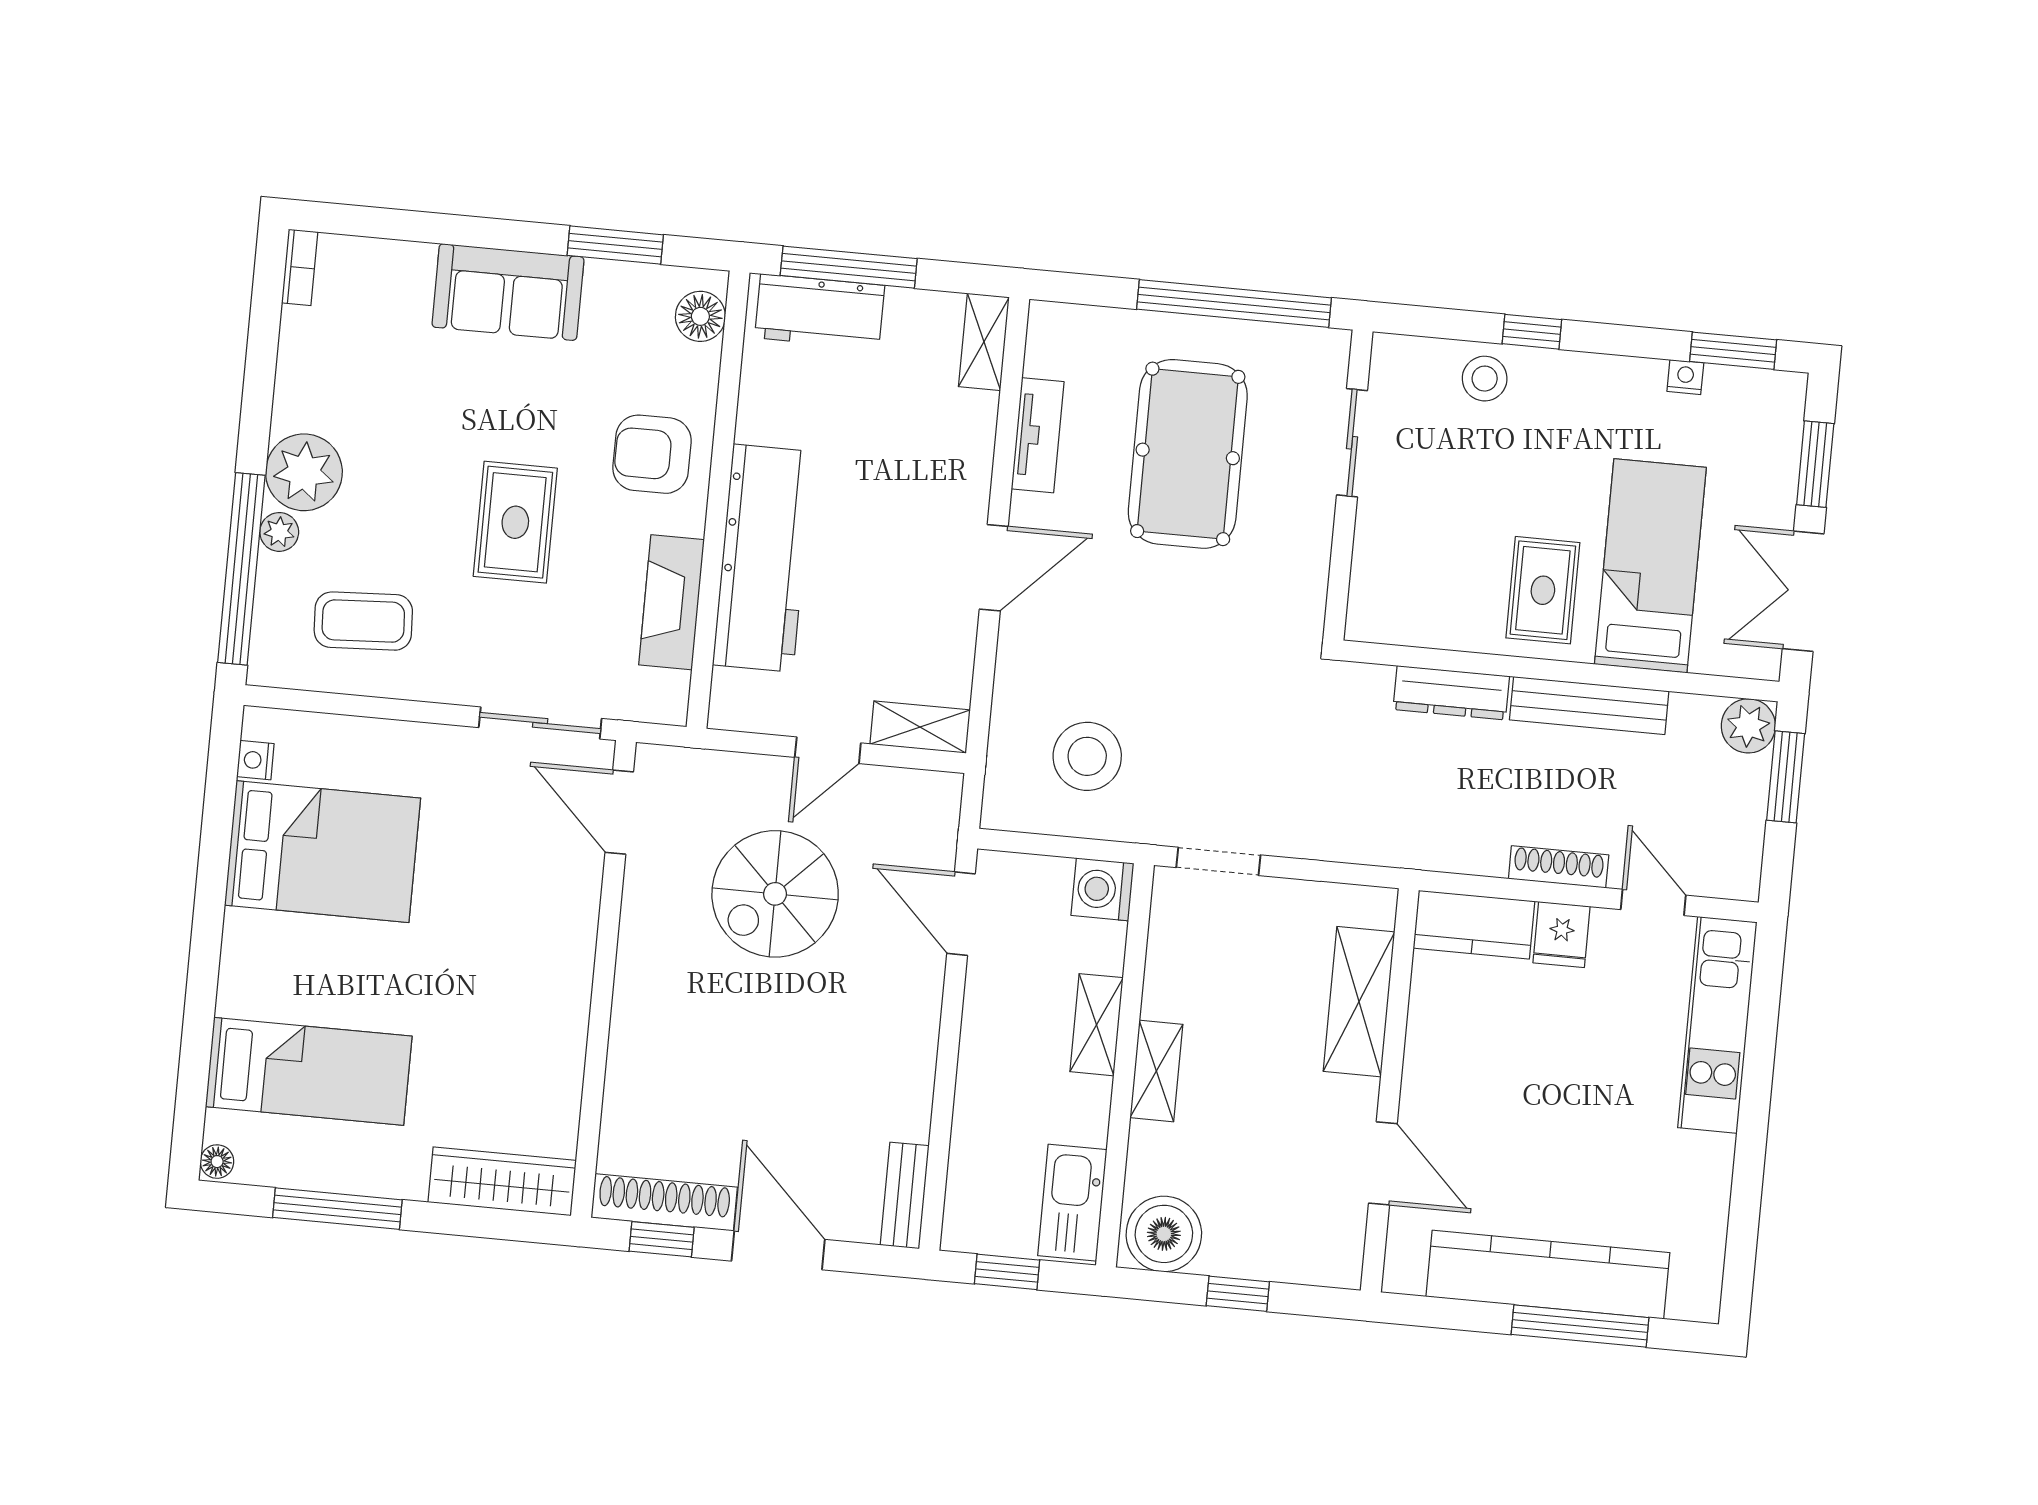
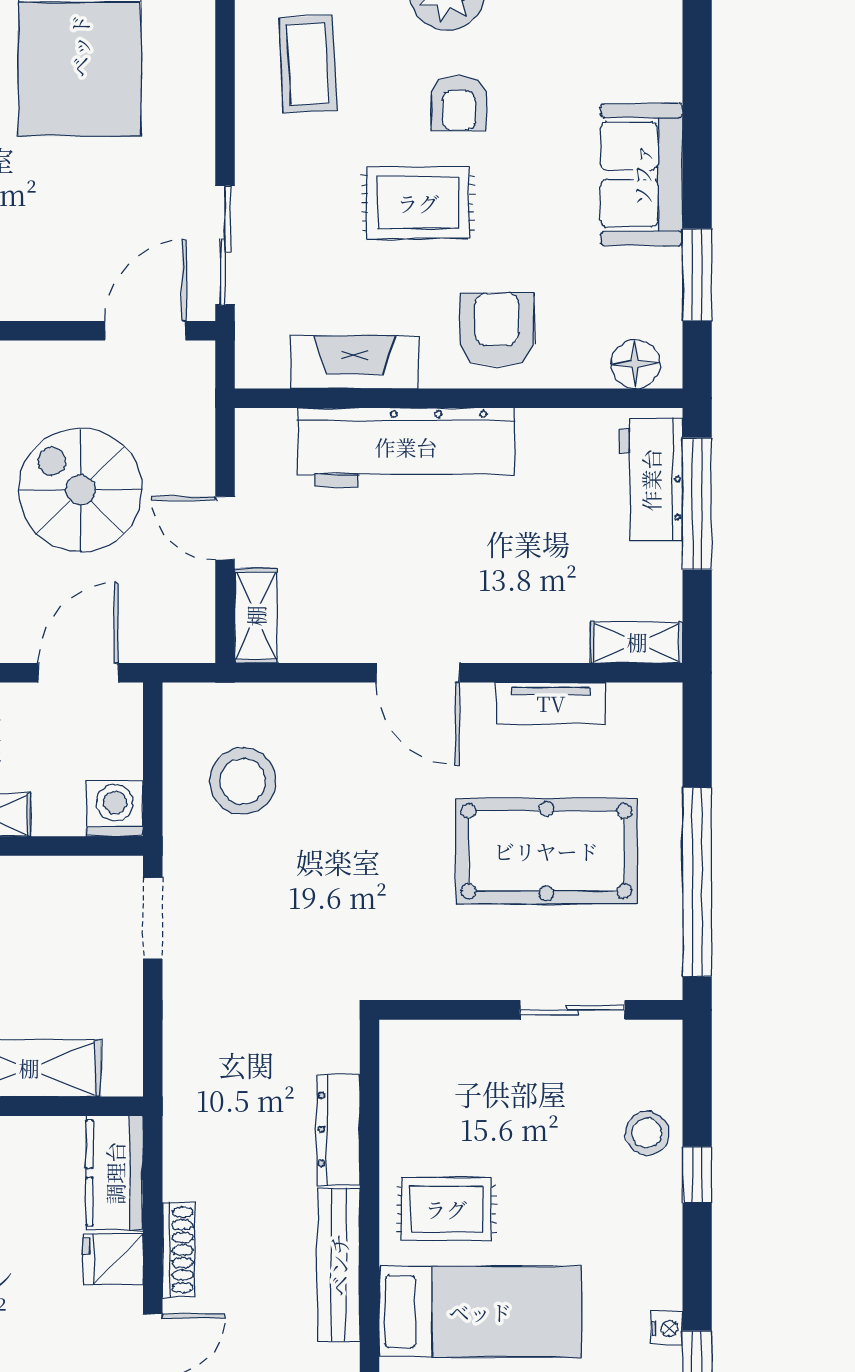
armchair: (418, 471) -> (459, 103), added

